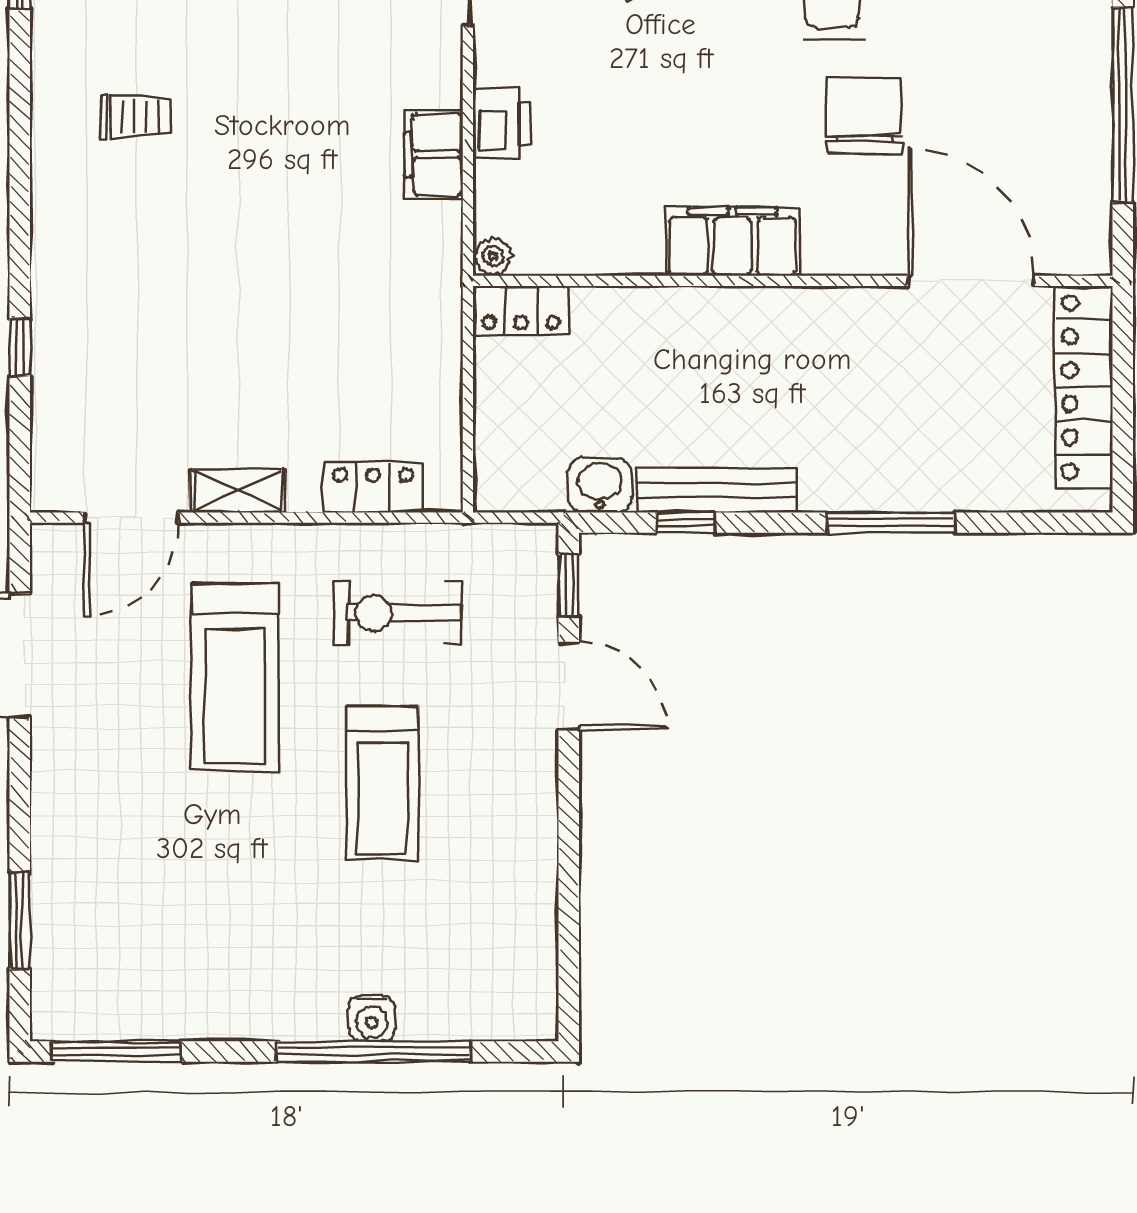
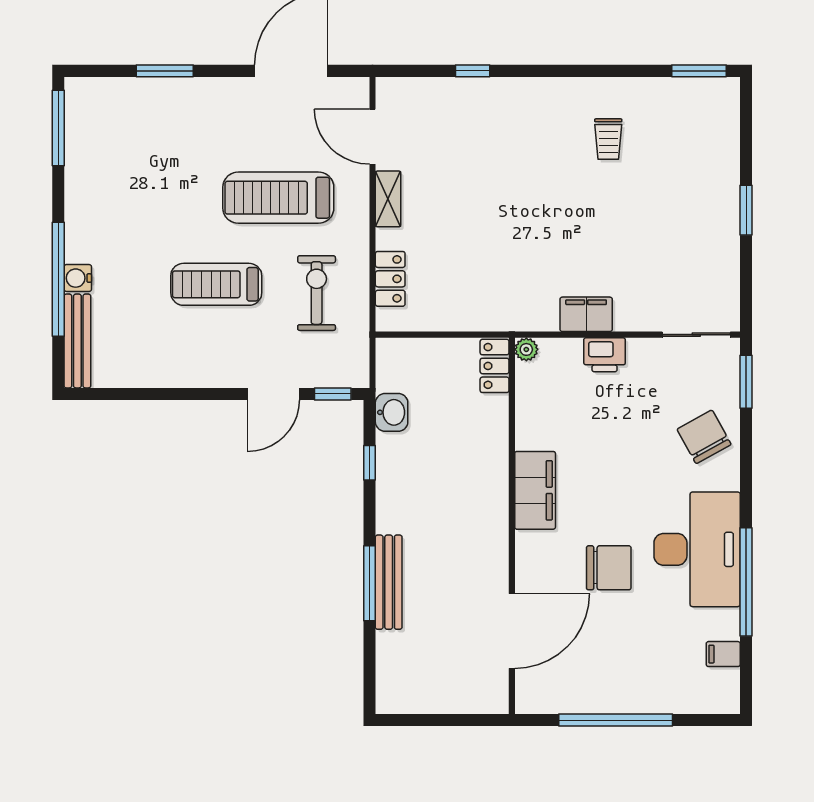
locker: (1084, 387) -> (449, 697), removed
bench: (717, 490) -> (389, 582), moved
window: (20, 921) -> (165, 71), moved
bench: (479, 1019) -> (77, 341), added

